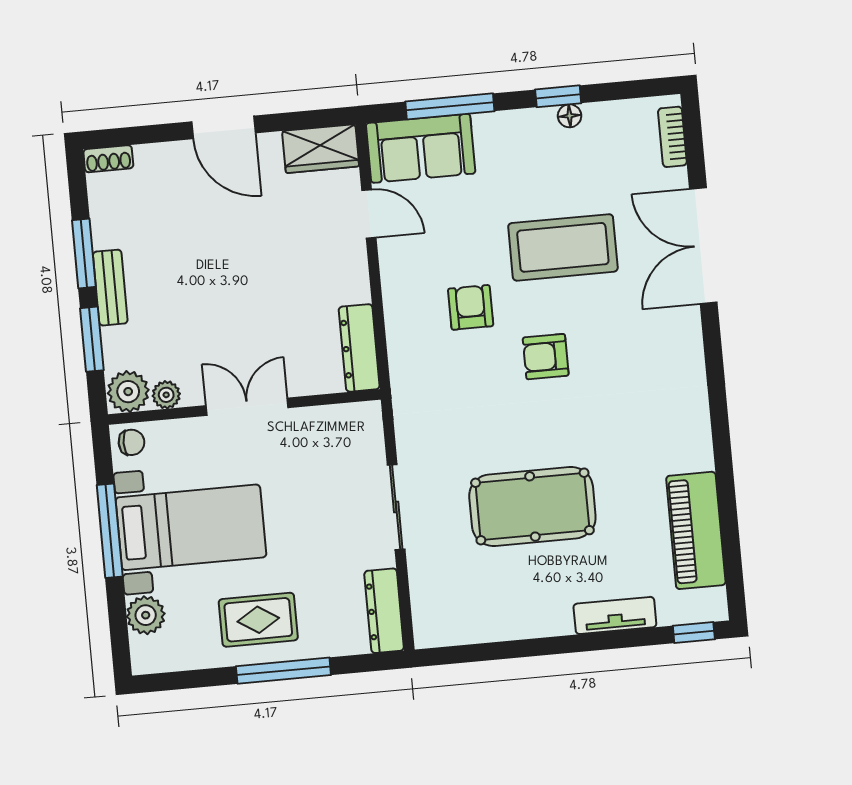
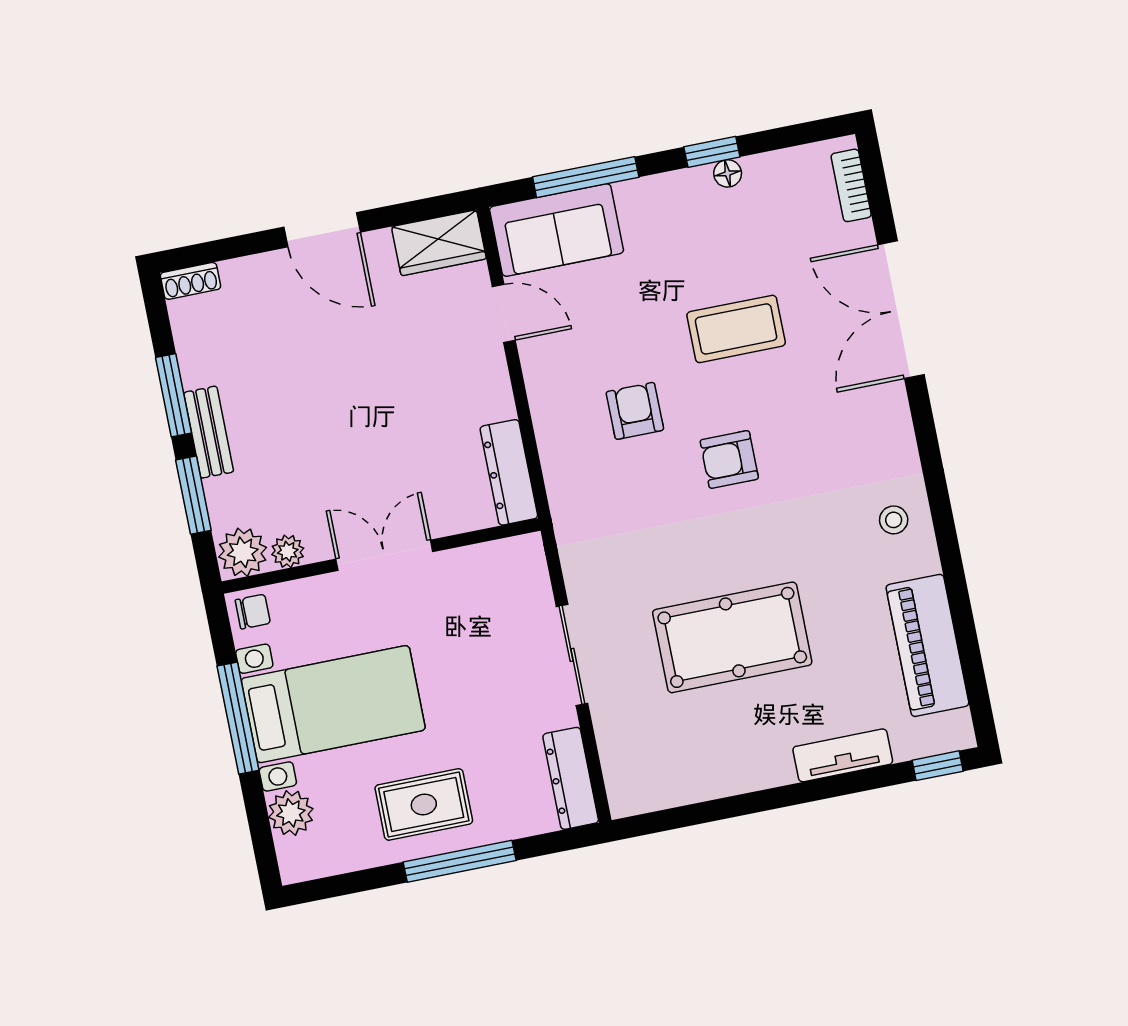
coffee table: (563, 247) -> (736, 329), width x0.73, depth x0.76
stool: (679, 422) -> (894, 520), added

